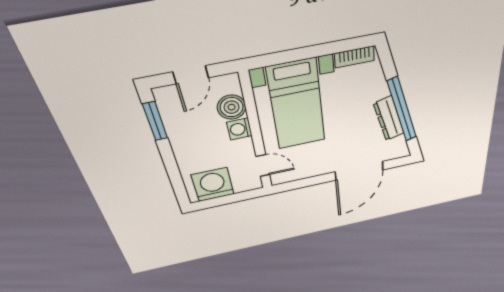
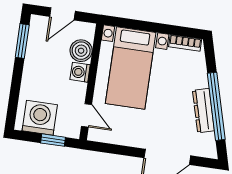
window: (236, 198) -> (53, 140), added

